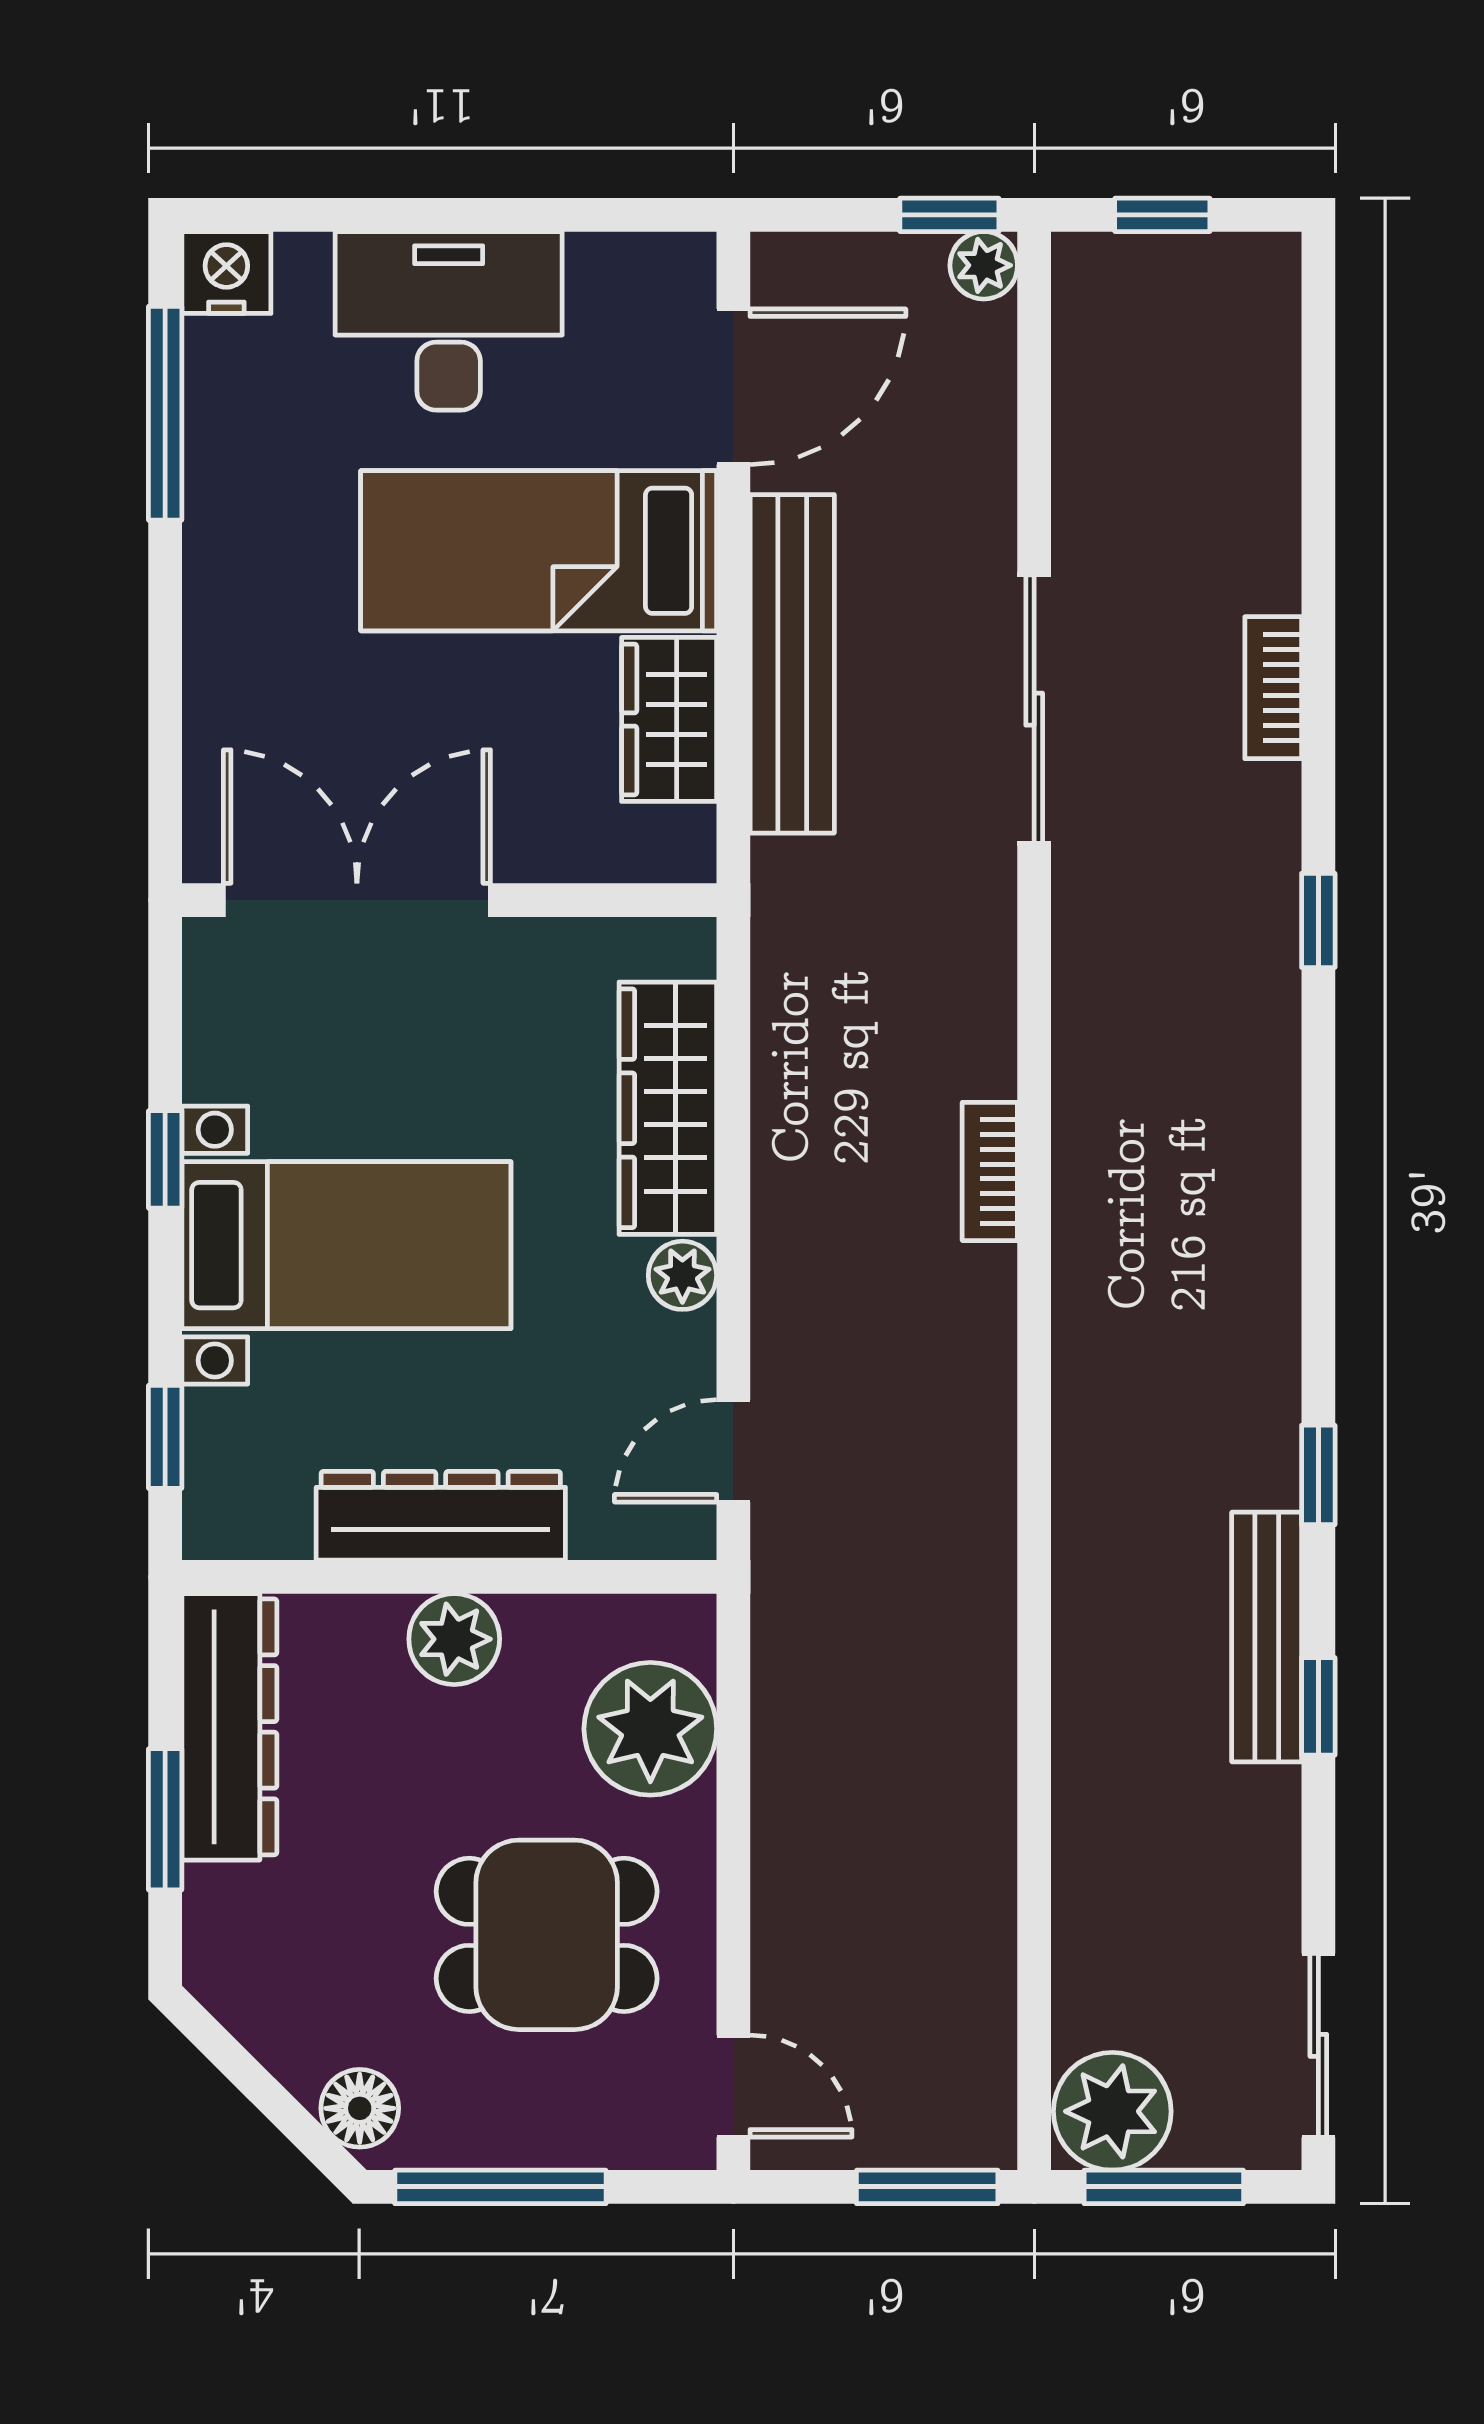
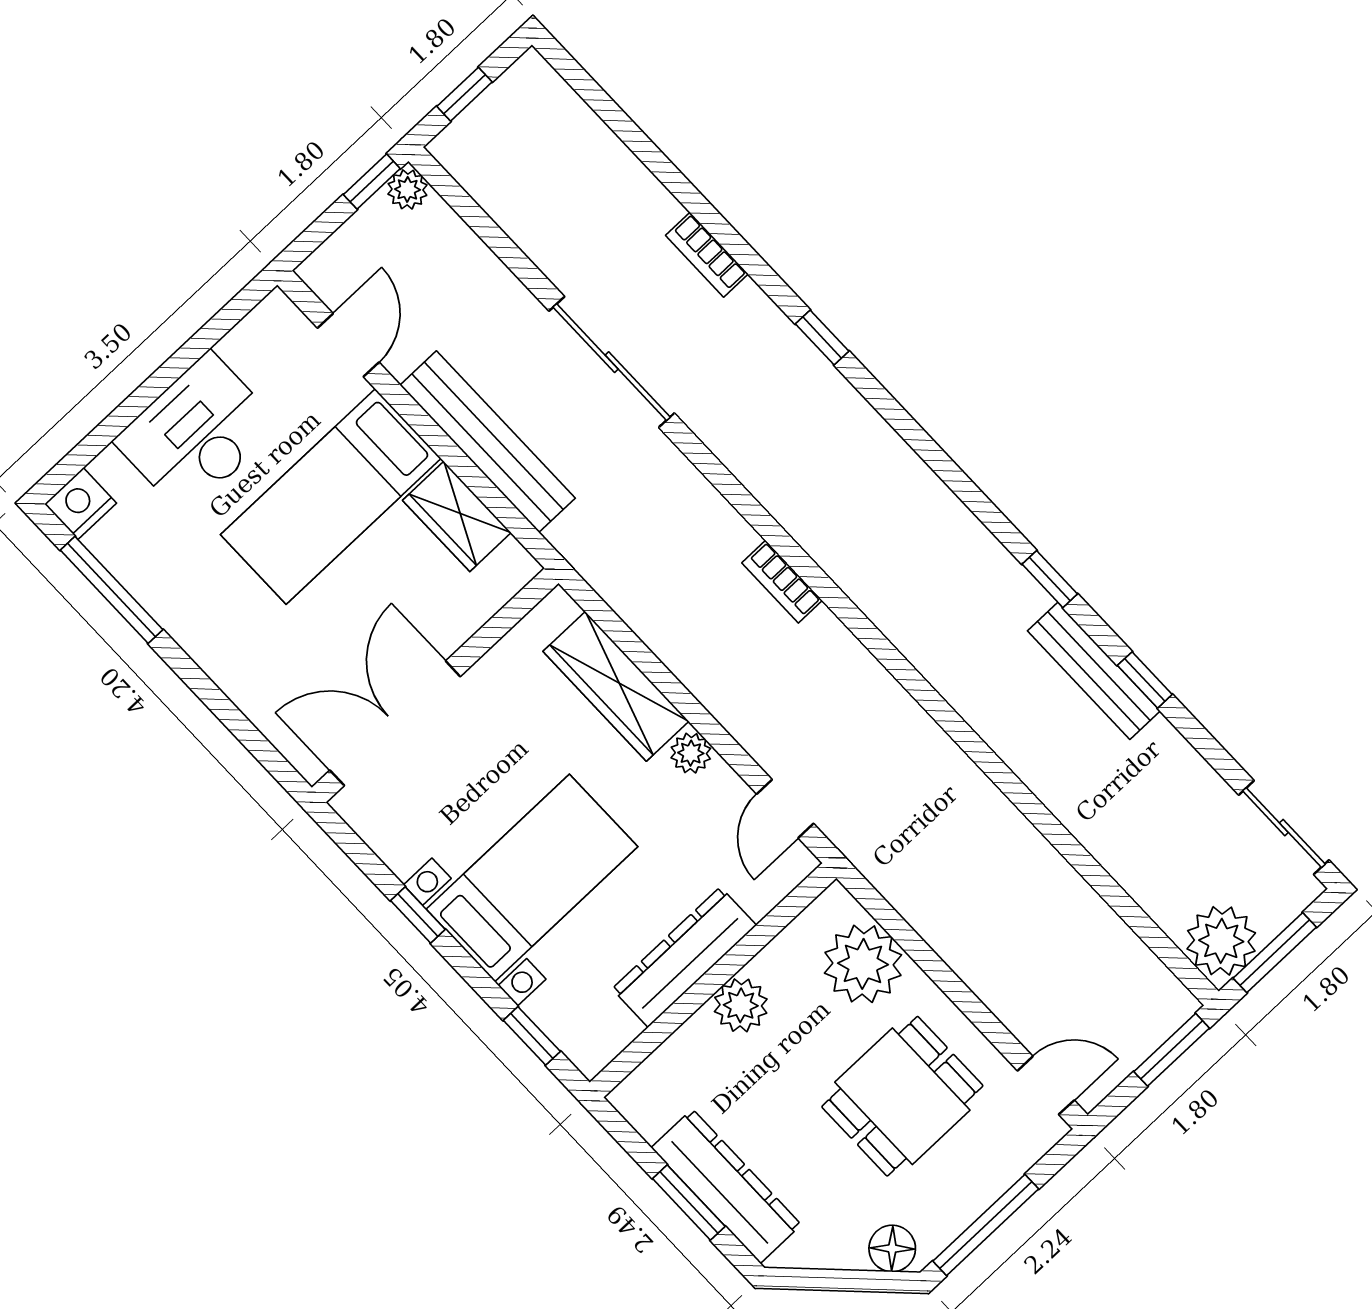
door: (733, 387) -> (348, 345), width x0.73
dresser: (229, 1727) -> (726, 1186), moved

